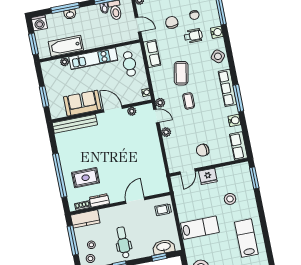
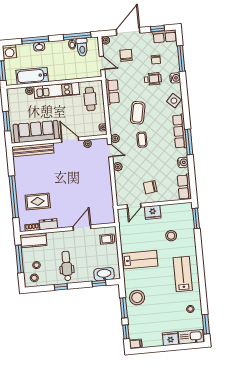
chair: (172, 22) -> (126, 55), moved
sofa: (82, 103) -> (36, 132), width x1.36

